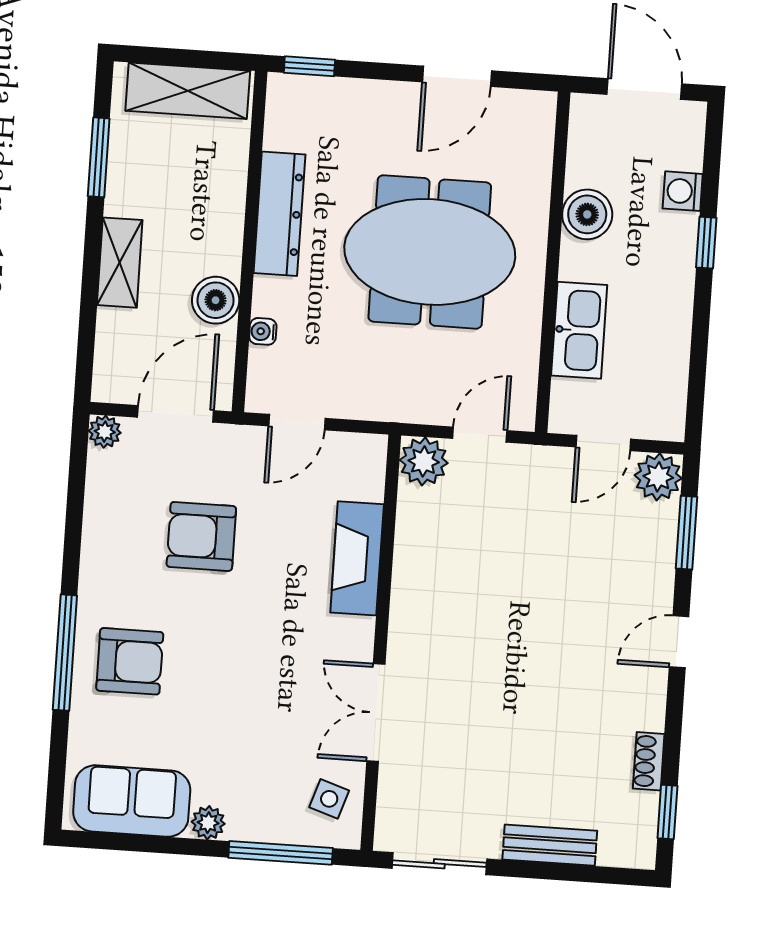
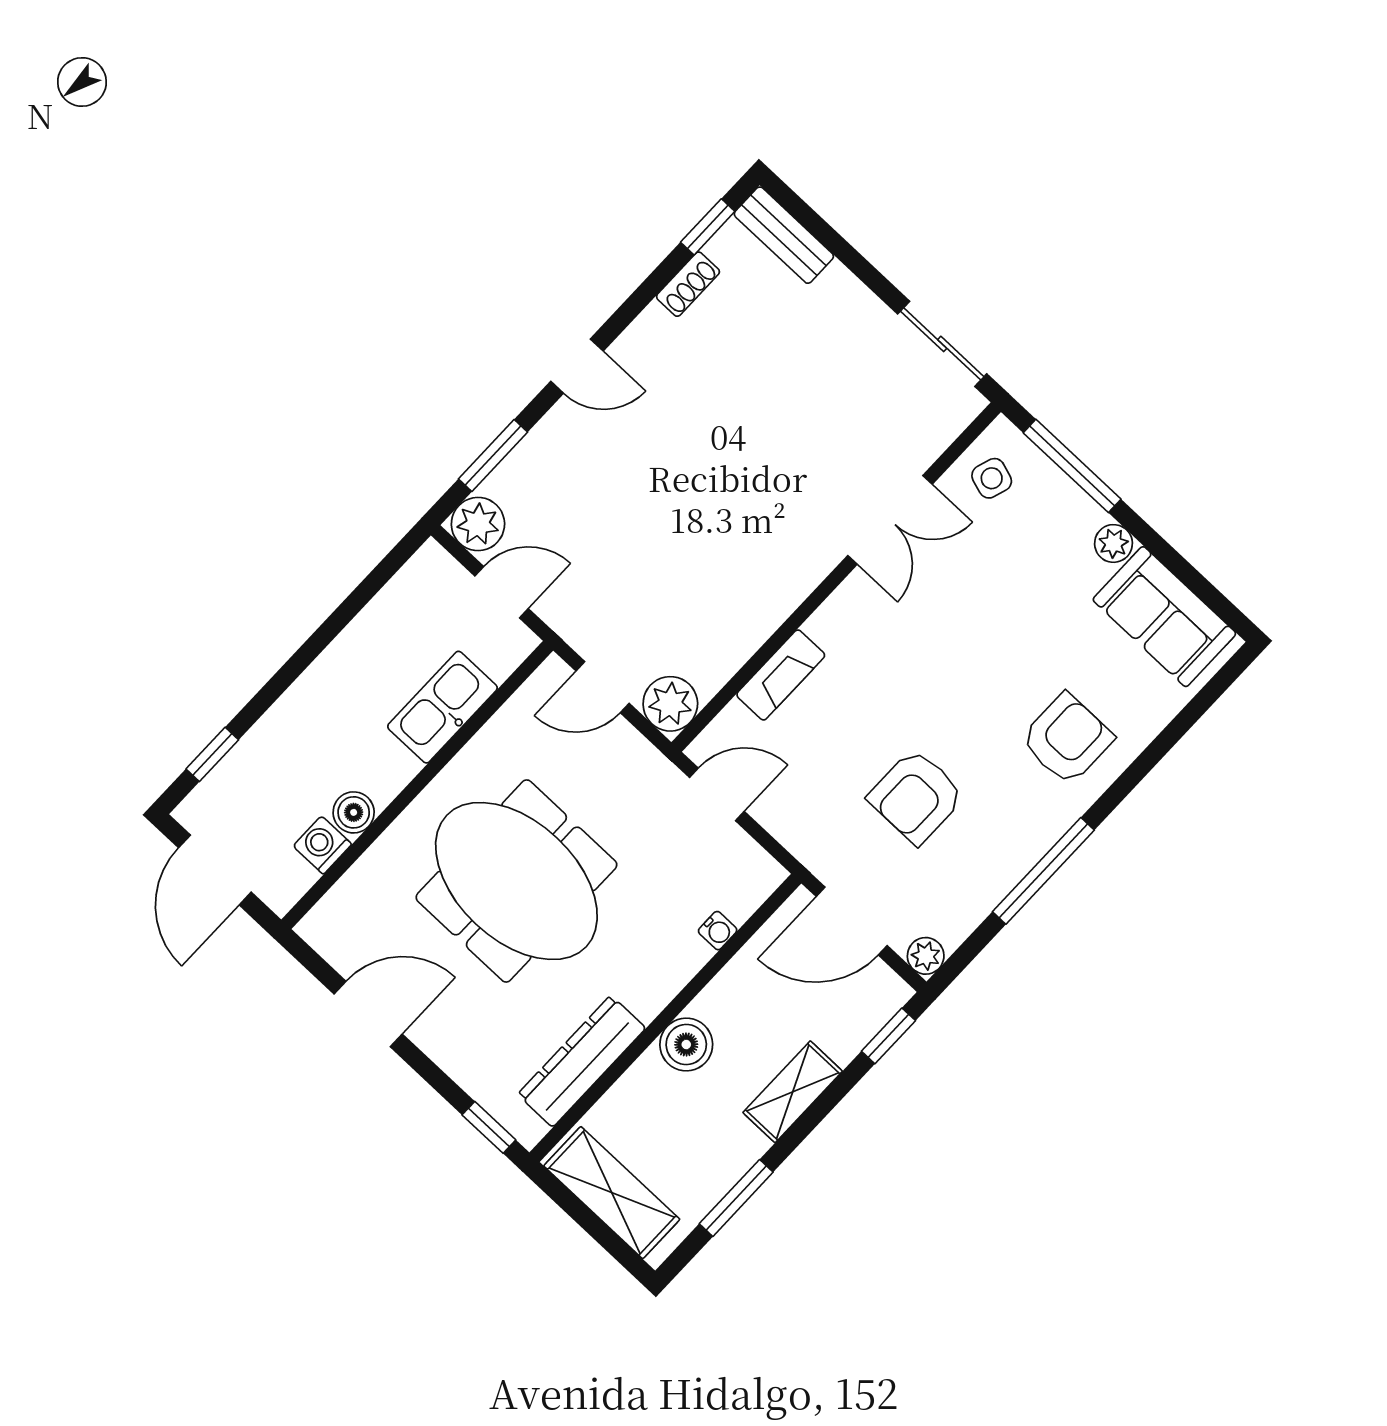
washing machine: (683, 191) -> (322, 845), moved, turned 180
dresser: (279, 214) -> (582, 1061), moved
boiler: (587, 214) -> (354, 812), width x0.73, depth x0.73
window: (706, 243) -> (212, 754), moved
boiler: (216, 300) -> (686, 1045), moved
window: (85, 355) -> (888, 1036), added
door: (297, 422) -> (717, 794), moved
armchair: (201, 536) -> (916, 797), turned 90
fireplace: (357, 558) -> (781, 675), width x0.73, depth x0.76
window: (65, 653) -> (1043, 871), moved
armchair: (130, 661) -> (1067, 739), turned 90
bench: (550, 845) -> (784, 235), moved

